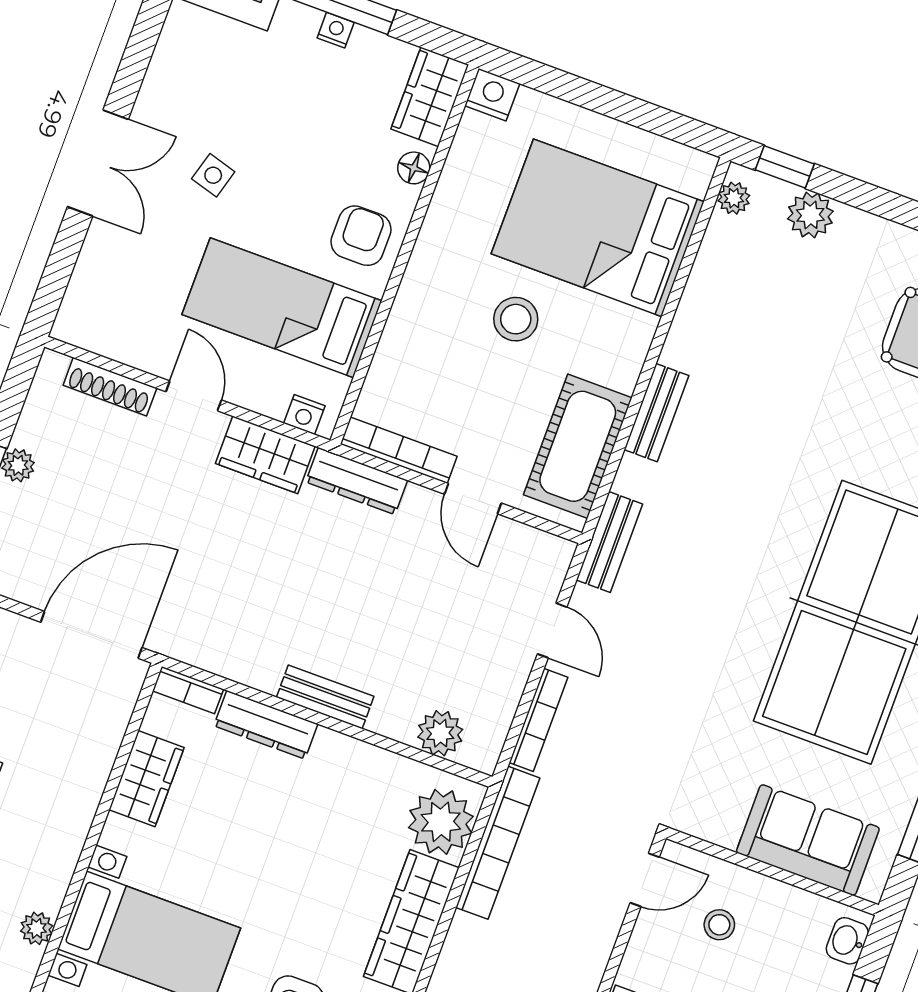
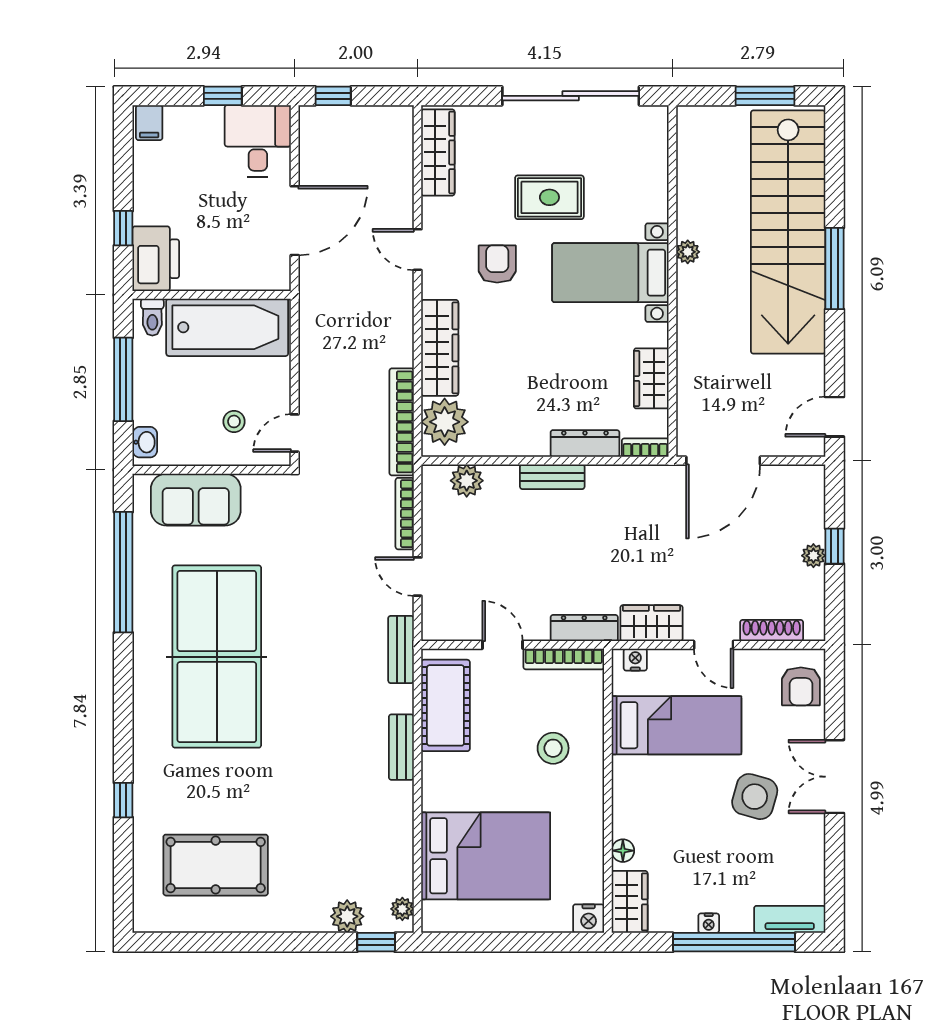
side table: (213, 175) -> (755, 797), width x1.87, depth x1.87
armchair: (361, 236) -> (801, 686), moved
stool: (516, 319) -> (553, 748), moved

